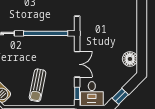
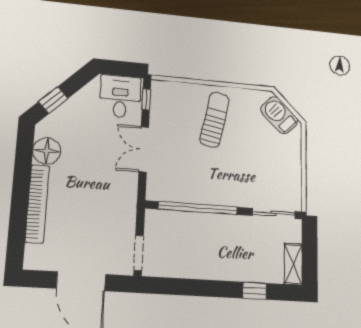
bookcase: (133, 30) -> (37, 204), added
window: (120, 96) -> (53, 100), moved

